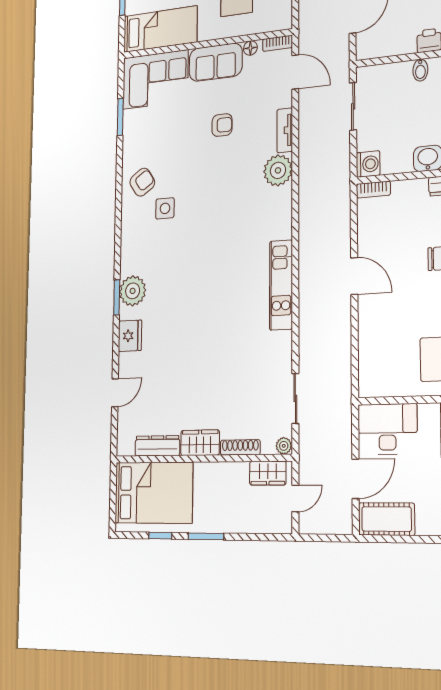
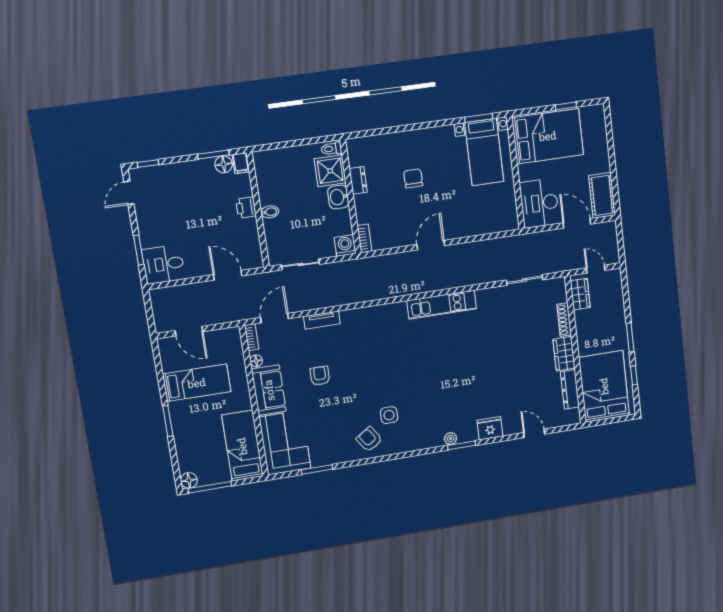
plant: (278, 170) -> (354, 321), removed
plant: (133, 291) -> (451, 439), width x0.53, depth x0.53
plant: (284, 446) -> (559, 284), removed

